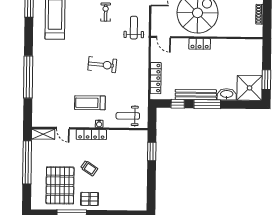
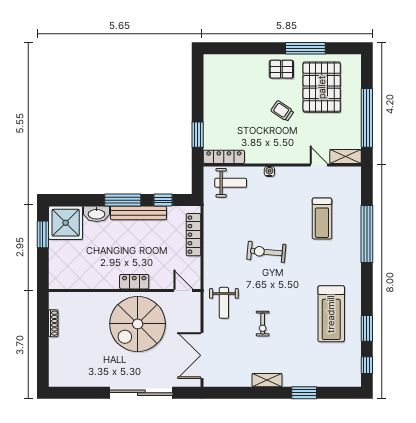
treadmill: (90, 103) -> (322, 219), moved, turned 90
locker: (91, 135) -> (224, 157), moved

